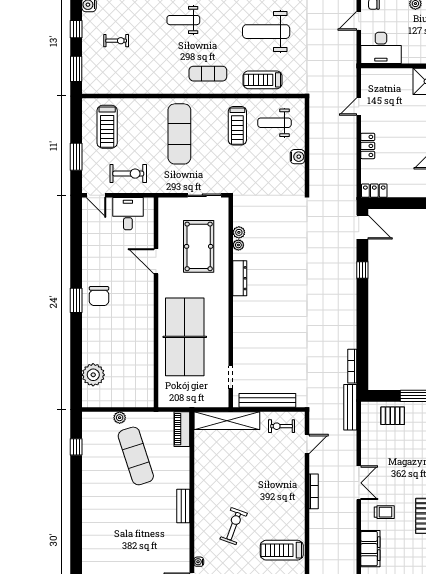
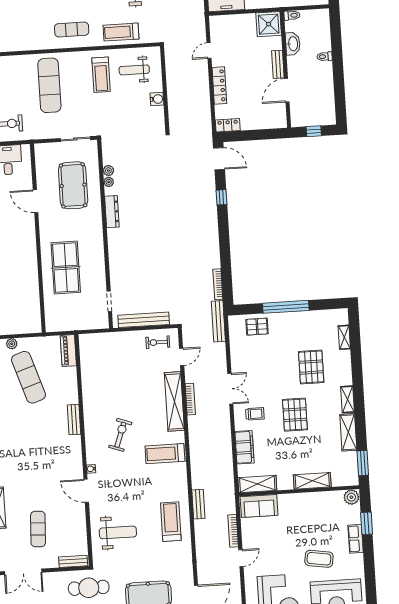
locker: (368, 146) -> (219, 85), width x1.53
table tennis table: (185, 337) -> (66, 268), width x0.73, depth x0.76
shelving: (227, 421) -> (174, 401), moved, turned 90

